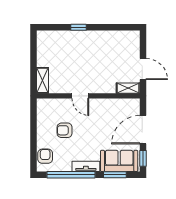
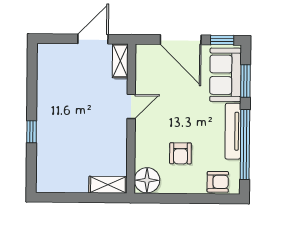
door: (80, 96) -> (131, 106), moved
floor lamp: (46, 107) -> (147, 180), added
armchair: (45, 156) -> (218, 182), turned 180
tv unit: (86, 166) -> (233, 131), width x1.41

